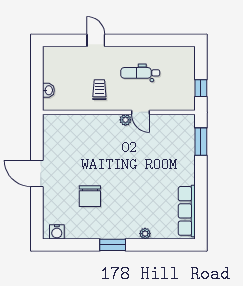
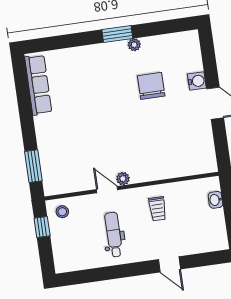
dental chair: (140, 73) -> (114, 235), turned -90
stool: (182, 99) -> (62, 212), added
water cooler: (57, 232) -> (197, 81), moved, turned 90
plant: (145, 234) -> (134, 45), moved

